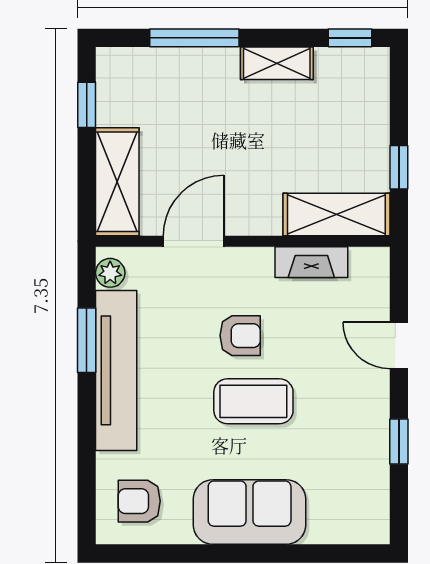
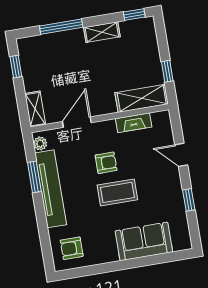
shelving: (117, 182) -> (35, 109), width x0.67, depth x0.75
sofa: (250, 512) -> (144, 241), moved

